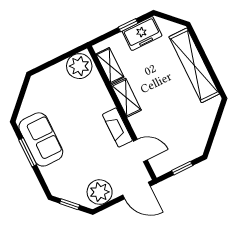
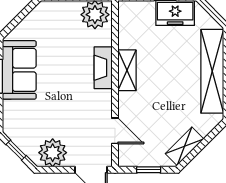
shelving: (110, 66) -> (185, 146), moved, turned 45
fireplace: (117, 127) -> (103, 68), moved

